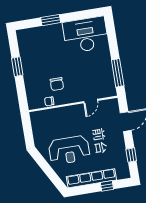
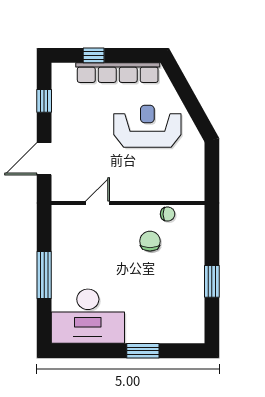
window: (118, 73) -> (44, 275), moved

